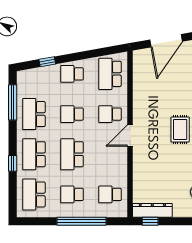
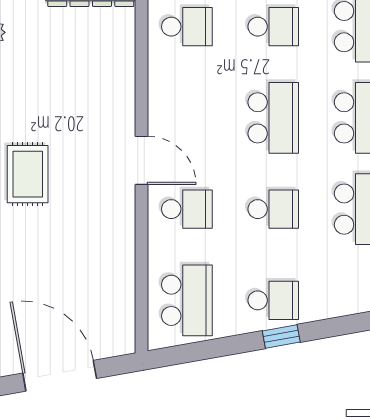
door: (166, 41) -> (60, 376), hinge flipped
window: (47, 62) -> (281, 336), moved
door: (130, 136) -> (141, 160), hinge flipped

